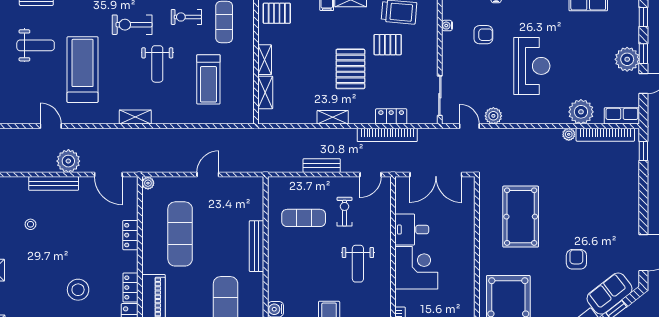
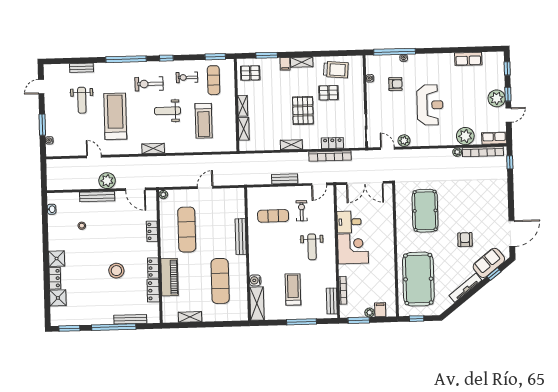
weight bench: (36, 45) -> (82, 100), turned 90
weight bench: (157, 64) -> (167, 111), turned 90

